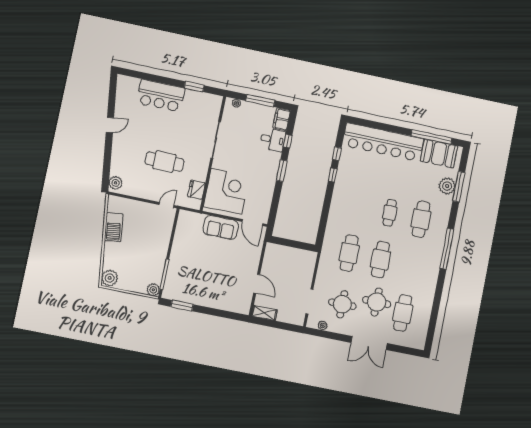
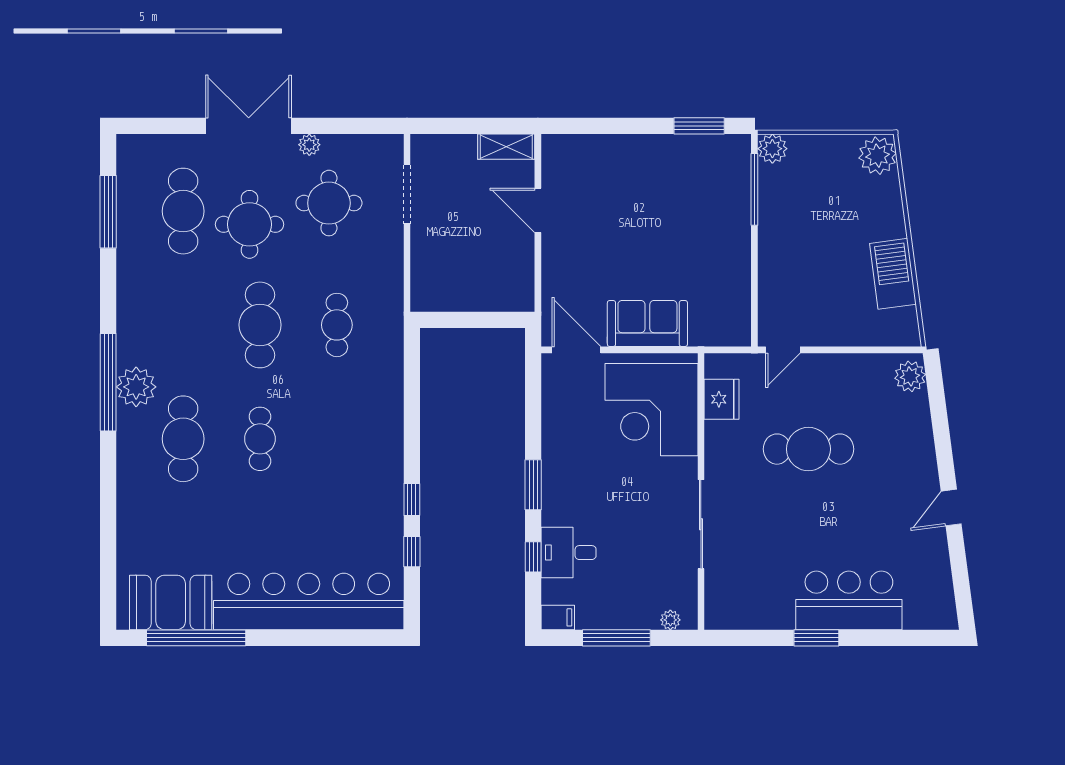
window: (194, 87) -> (816, 638), moved
filing cabinet: (282, 119) -> (558, 617), width x0.50
plant: (447, 186) -> (136, 387), moved
window: (459, 187) -> (108, 212), moved
cafe table: (349, 253) -> (337, 325), width x0.73, depth x0.74
plant: (323, 325) -> (309, 145), moved

